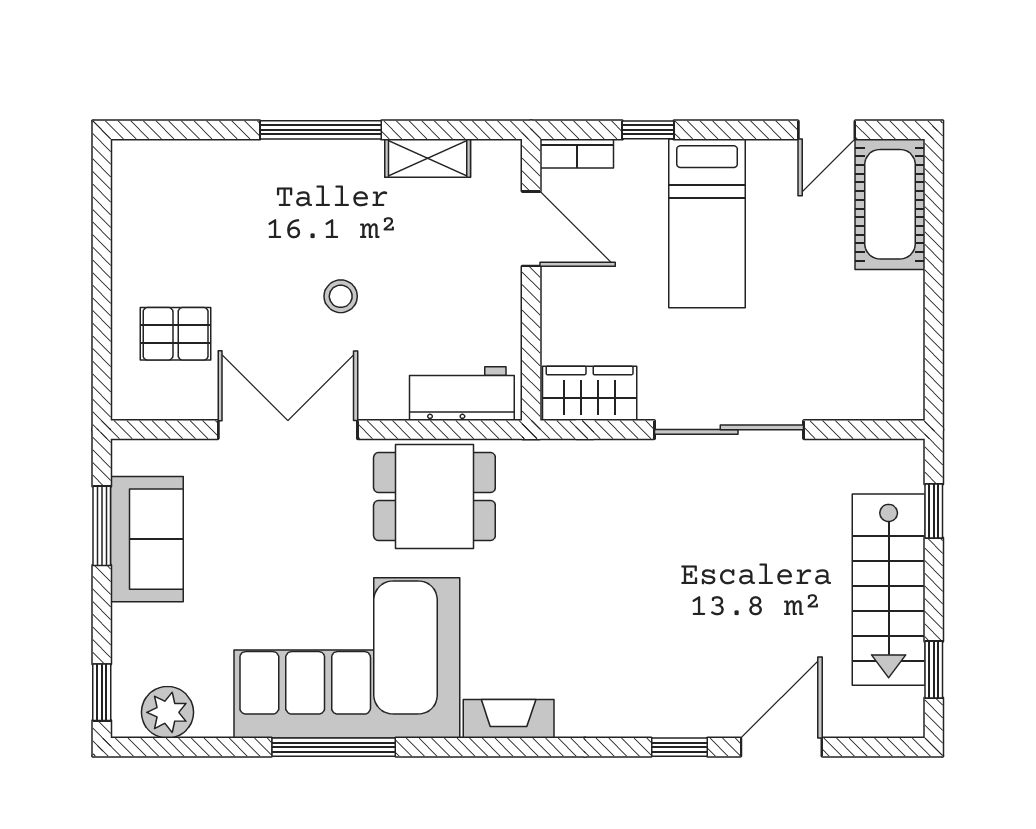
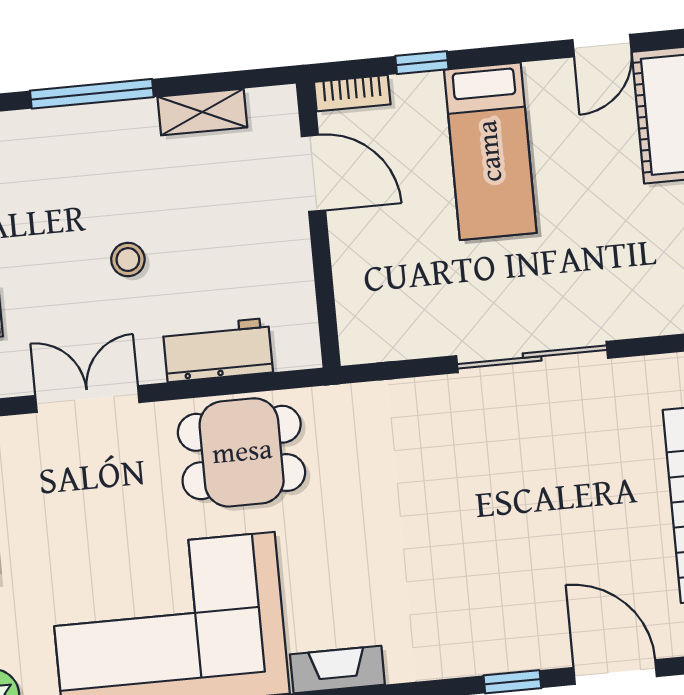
wardrobe: (590, 393) -> (388, 334), removed
workbench: (462, 394) -> (218, 350), moved
double door: (288, 430) -> (87, 399), width x0.73
door: (781, 747) -> (615, 672), hinge flipped

